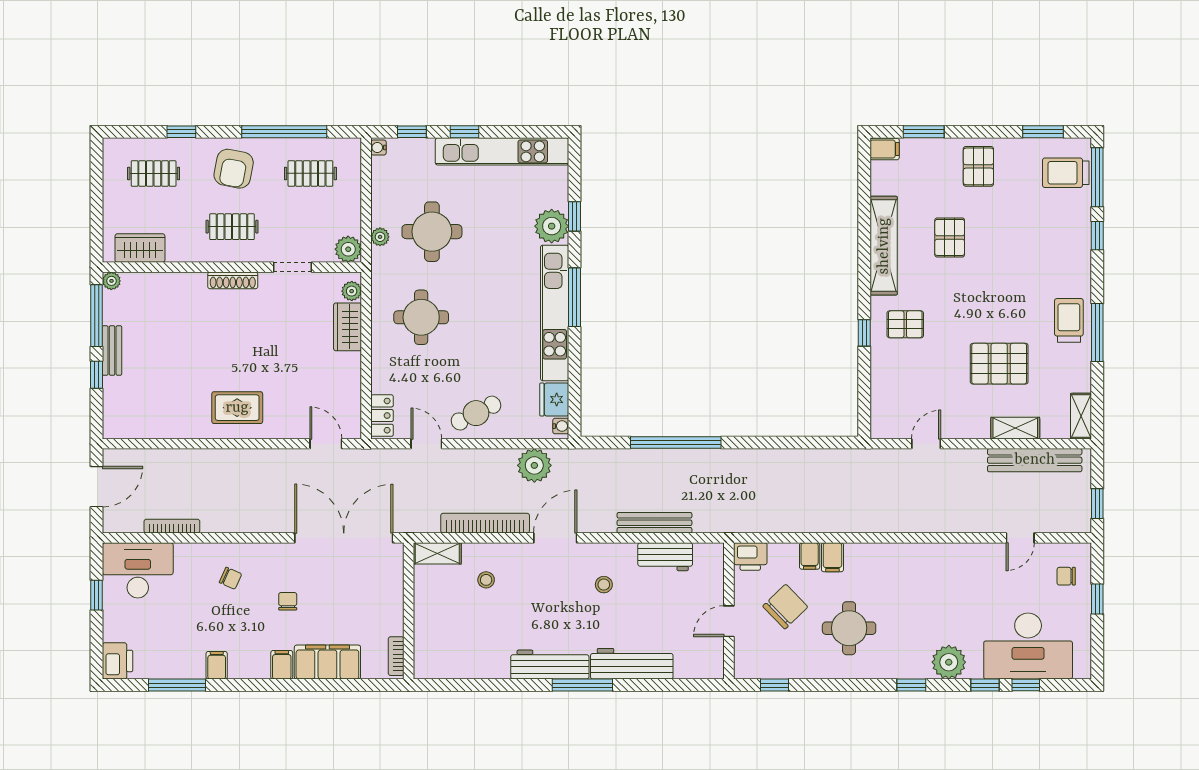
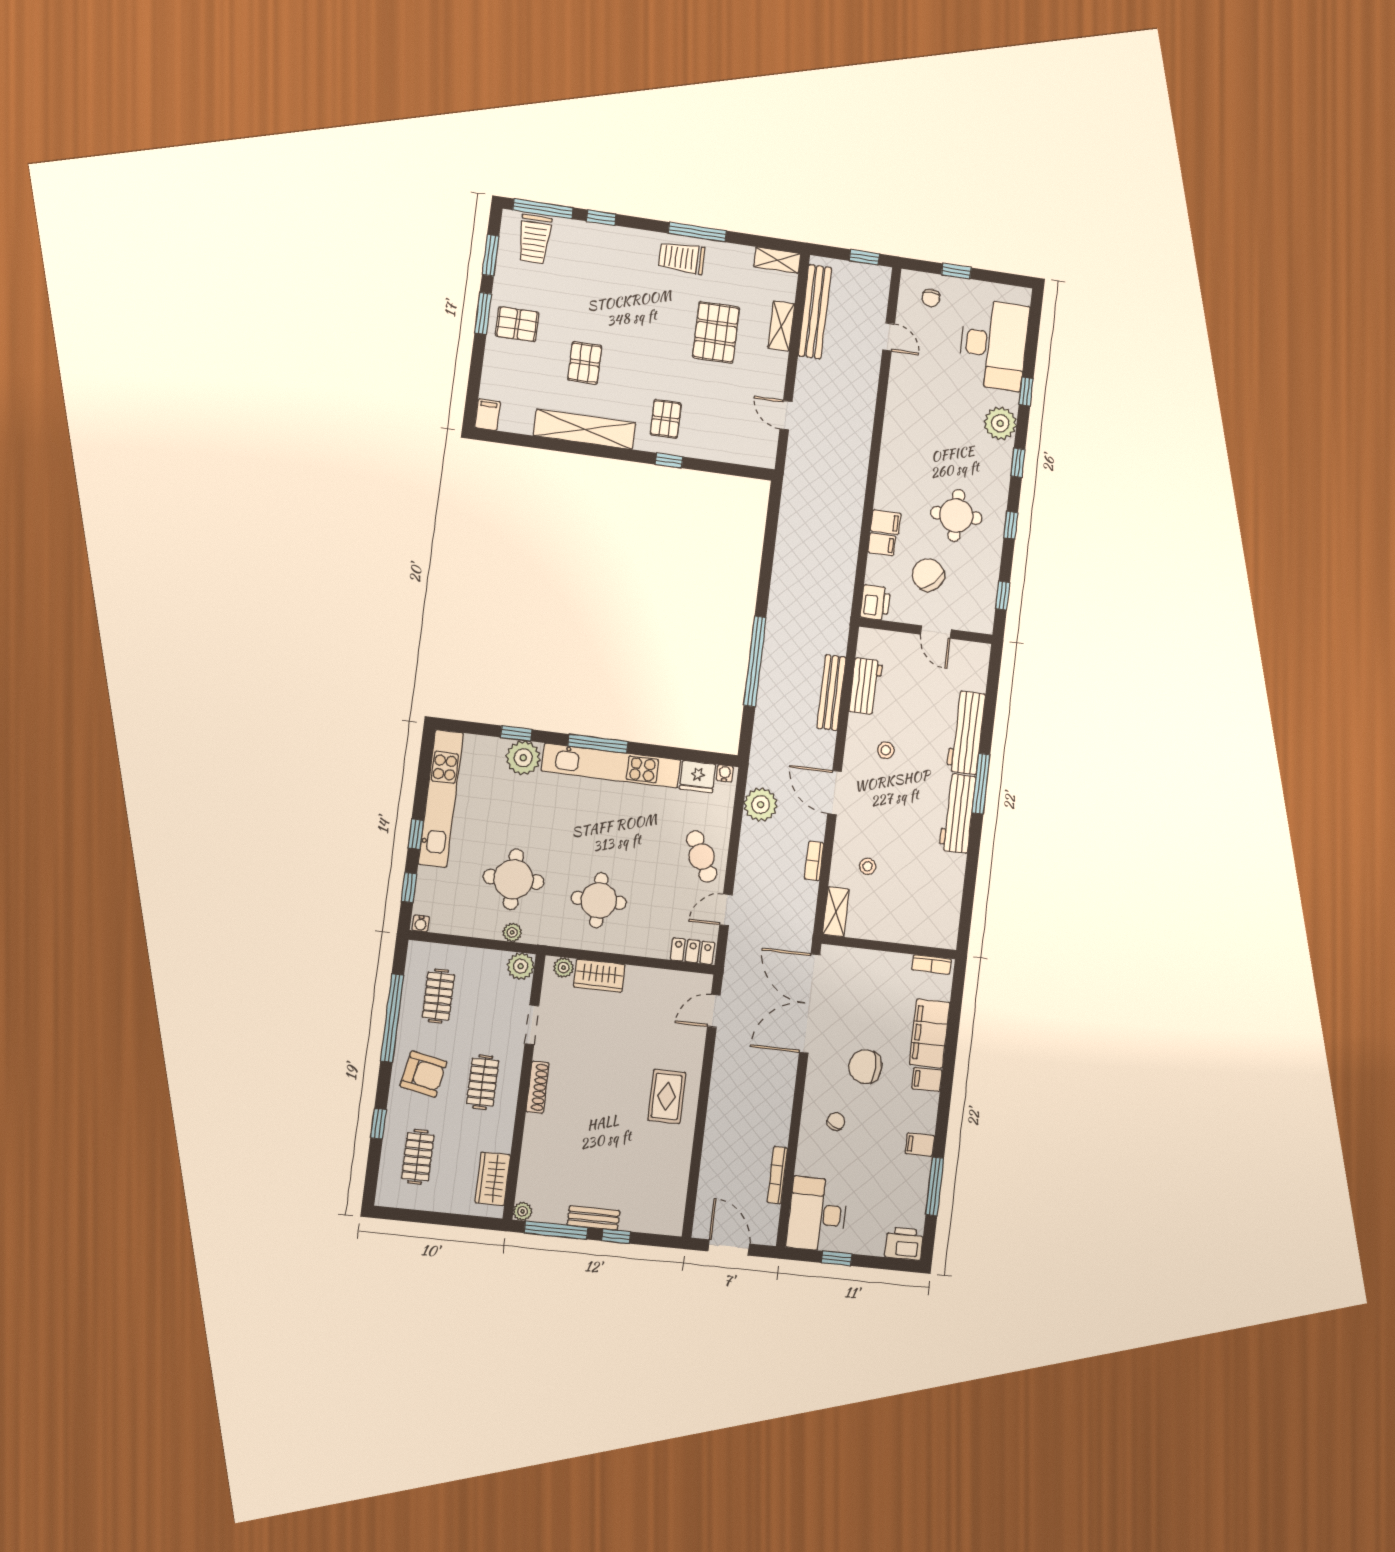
window: (924, 132) -> (483, 313), moved
pallet: (950, 237) -> (585, 363), turned 90
bookcase: (485, 523) -> (814, 861), width x0.43, depth x0.76
chair: (288, 601) -> (865, 1067), width x1.87, depth x1.87
window: (1026, 685) -> (1011, 525), moved

